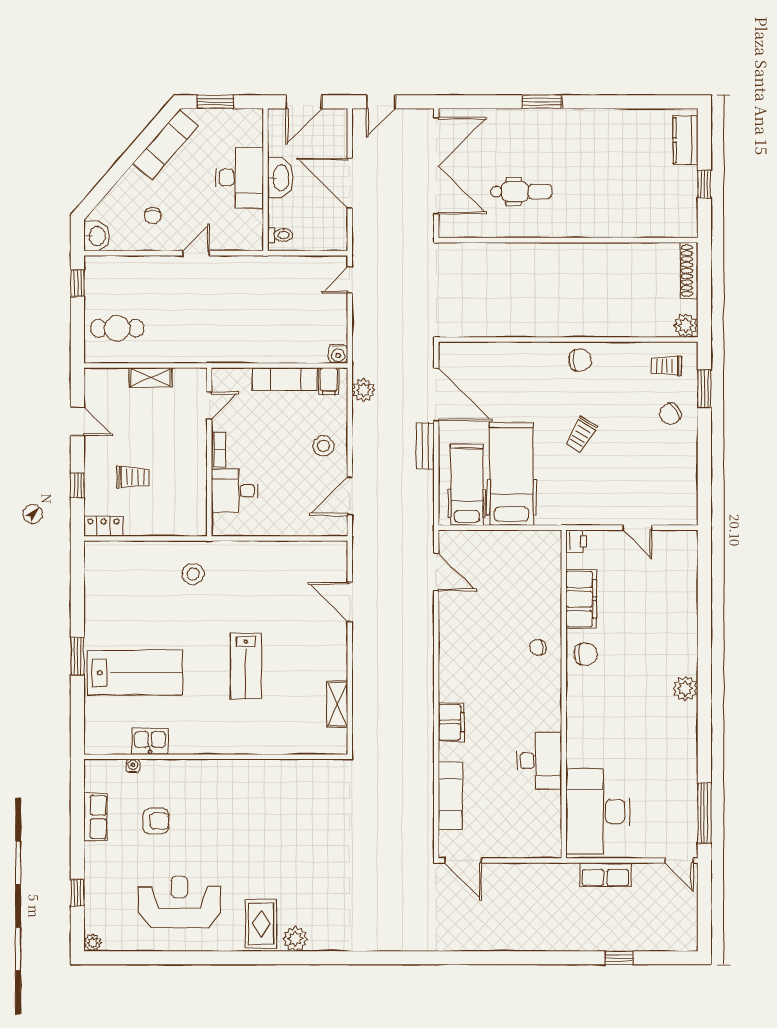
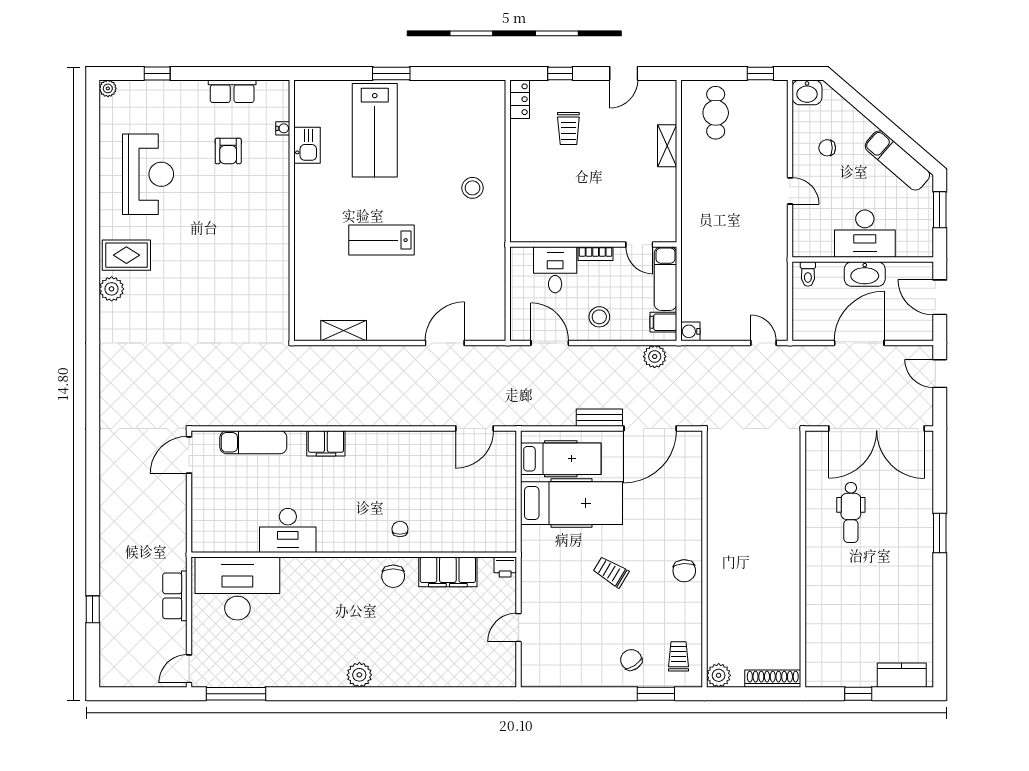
door: (209, 405) -> (639, 245), moved
bookcase: (218, 450) -> (596, 254), moved
wall: (209, 452) -> (593, 245), moved
desk: (235, 491) -> (555, 270), moved

